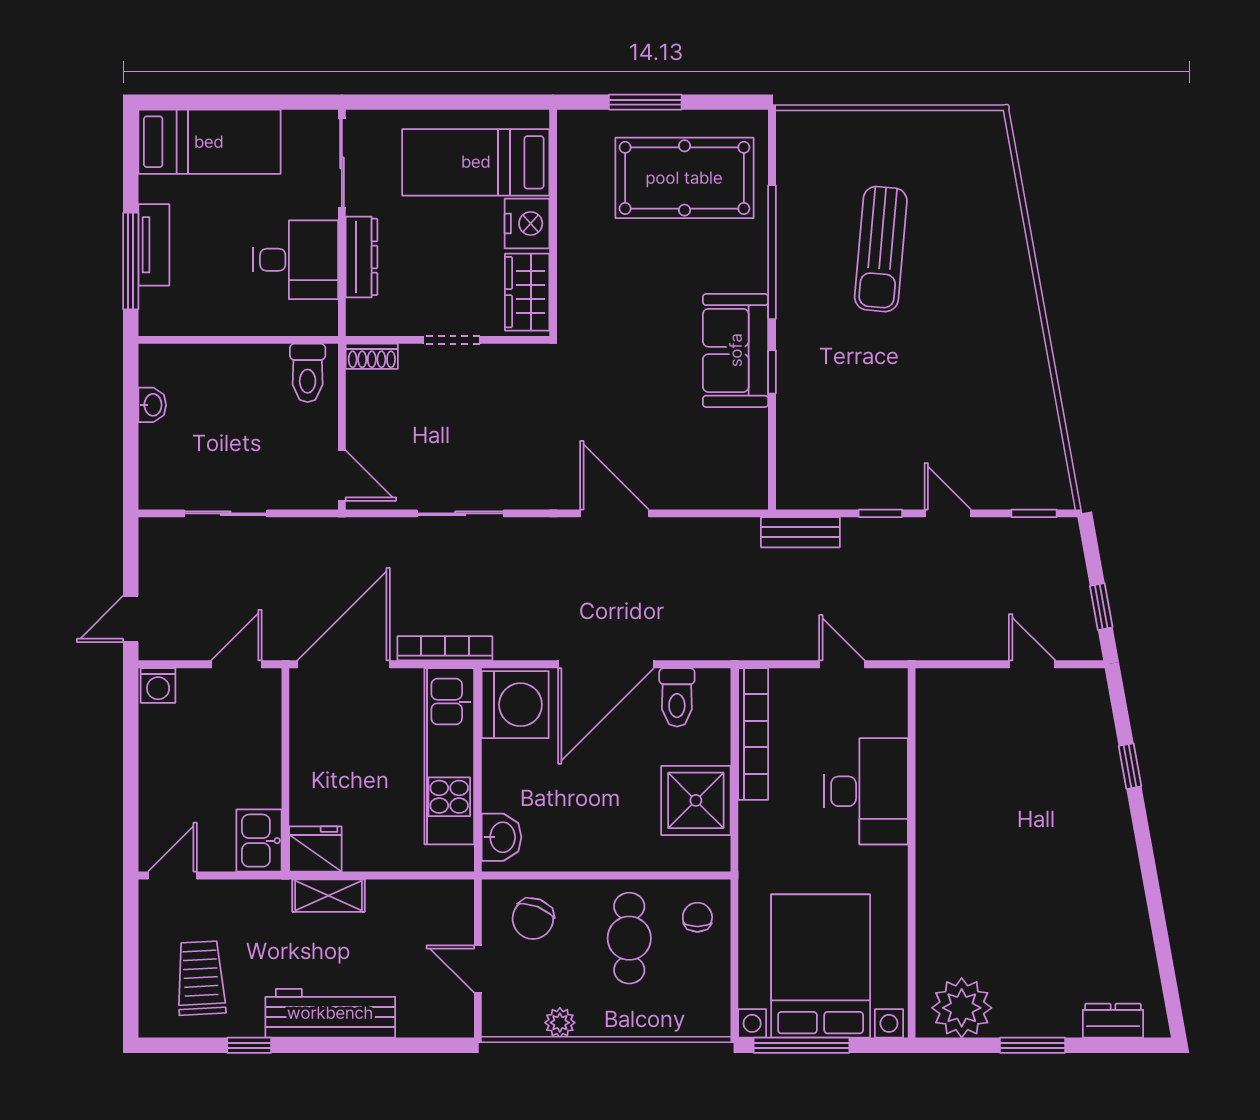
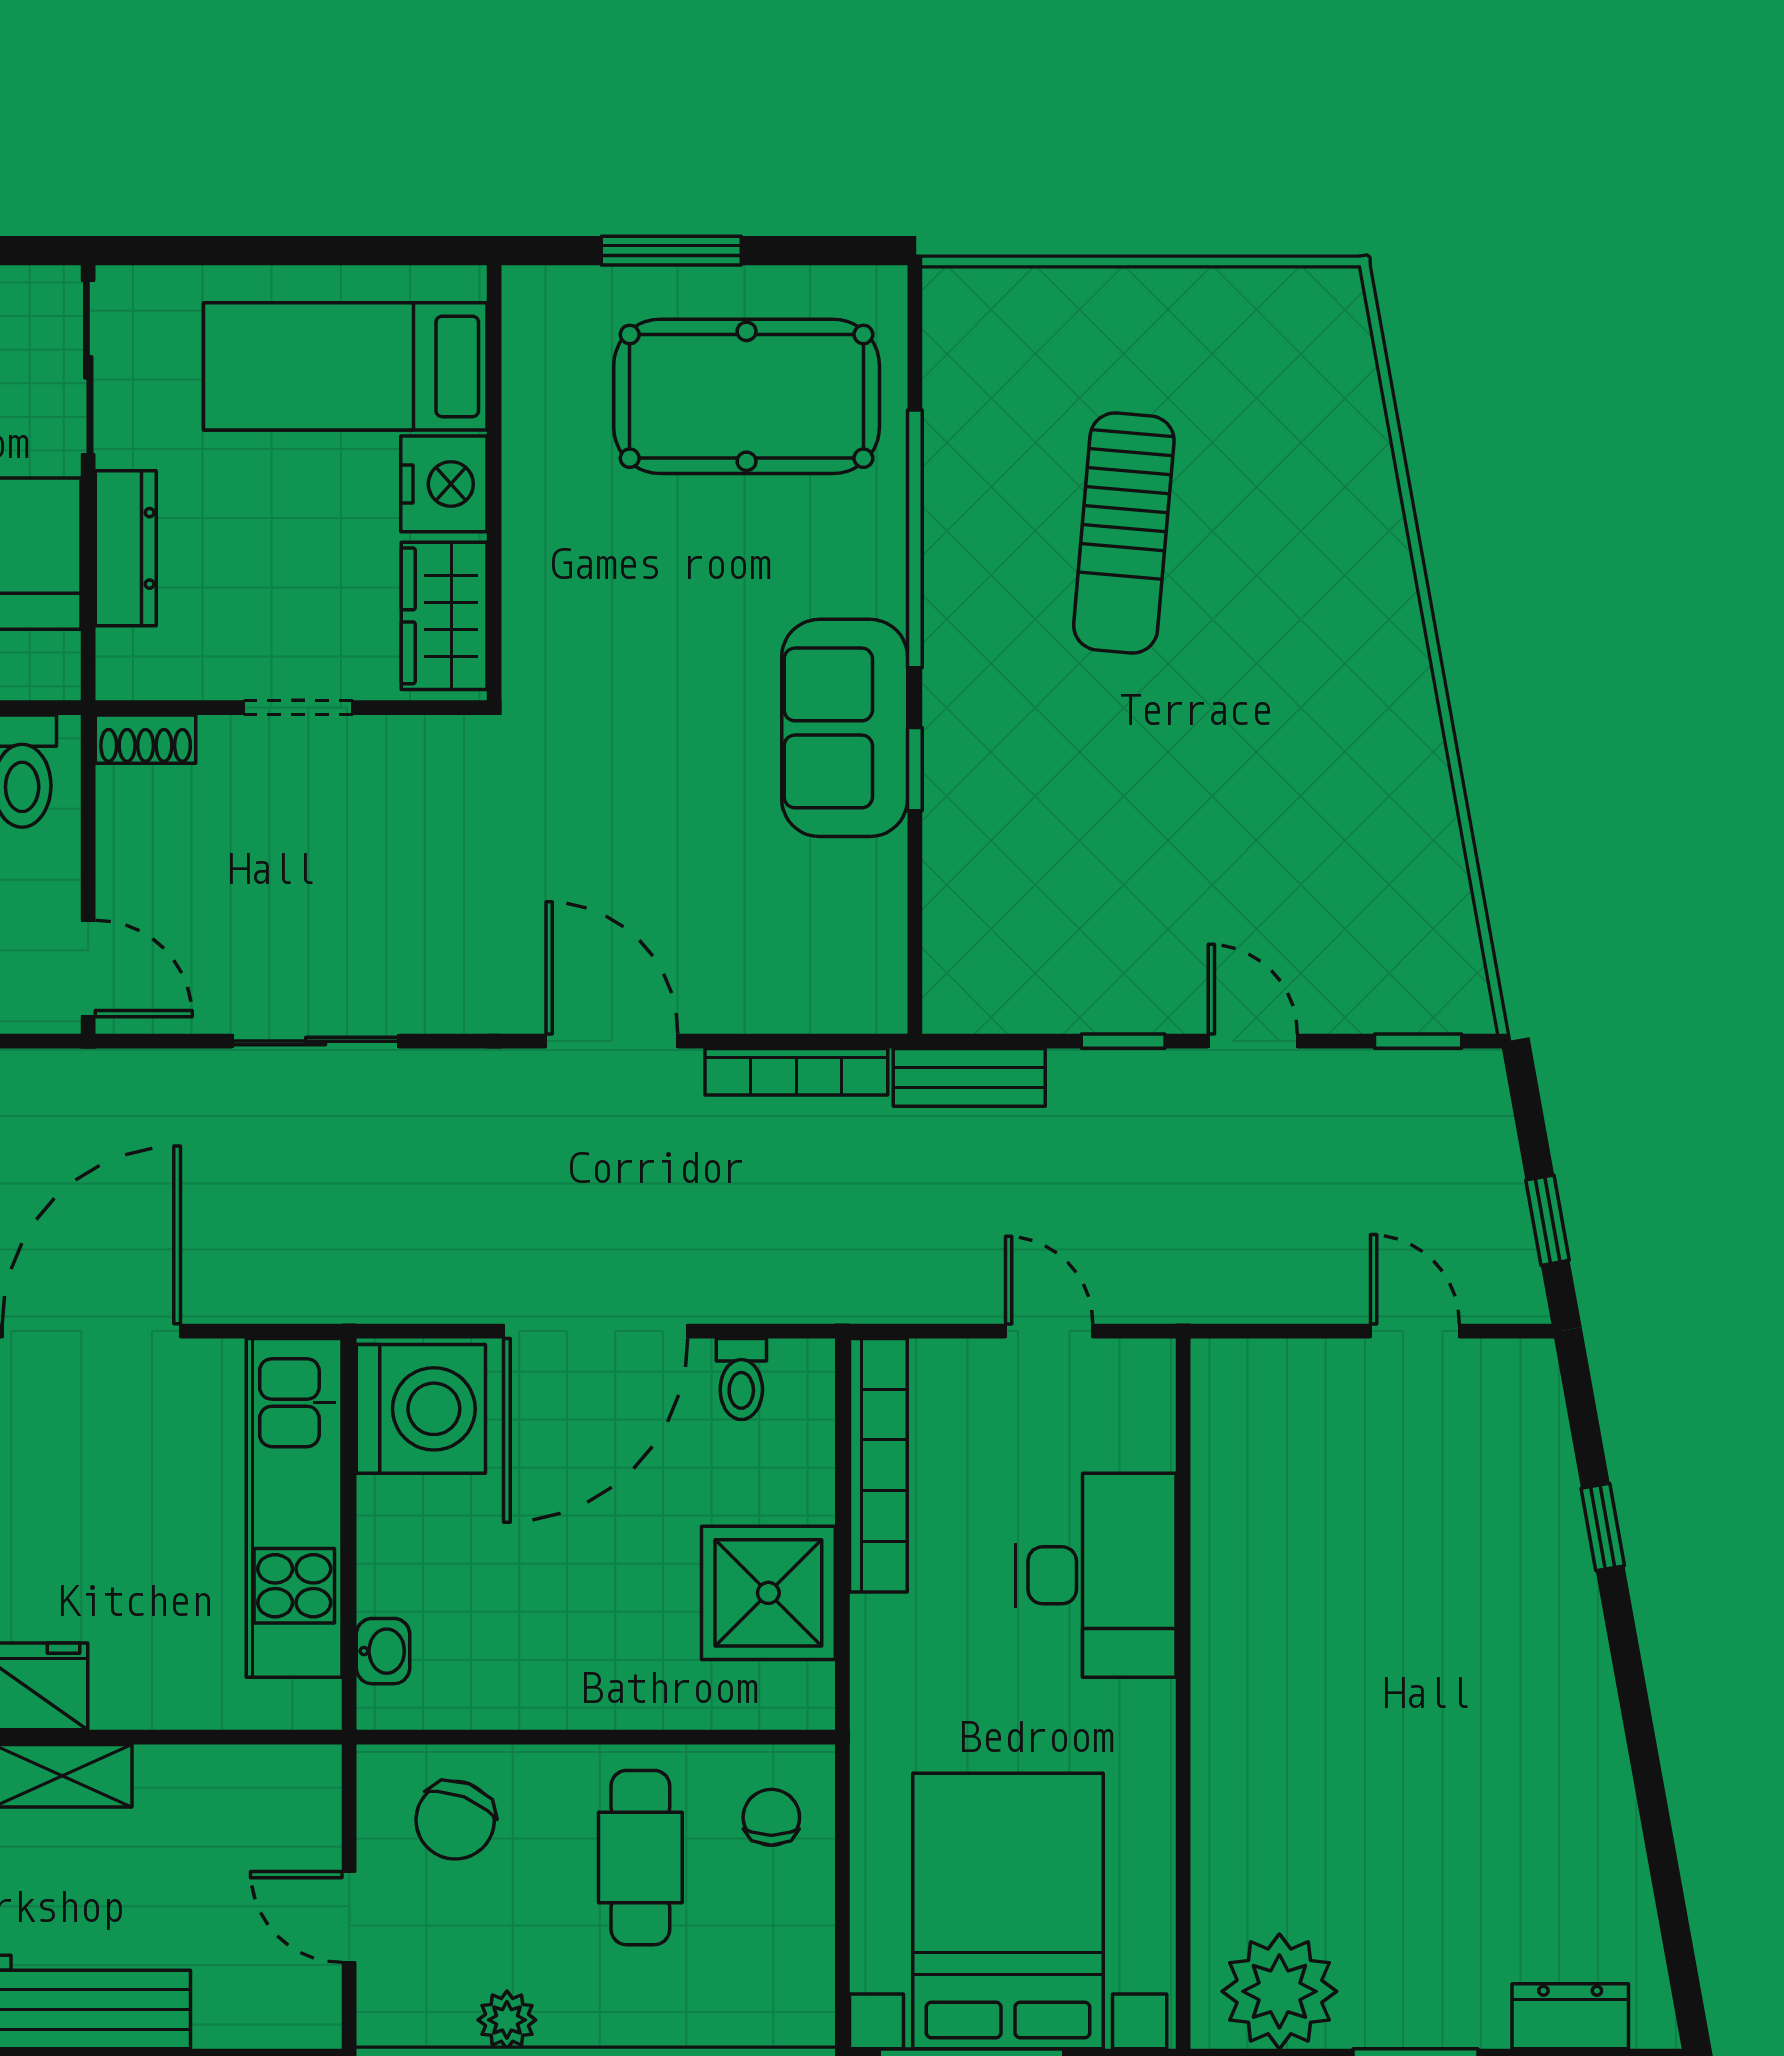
bookcase: (445, 648) -> (796, 1072), moved, turned 180
toilet: (677, 697) -> (741, 1379), width x0.73, depth x0.72
washbasin: (502, 837) -> (383, 1651), width x0.72, depth x0.69

